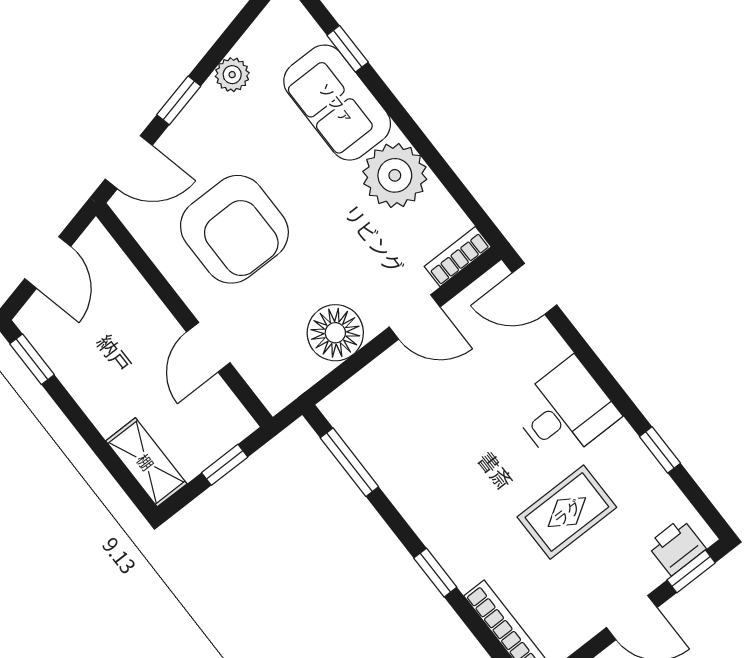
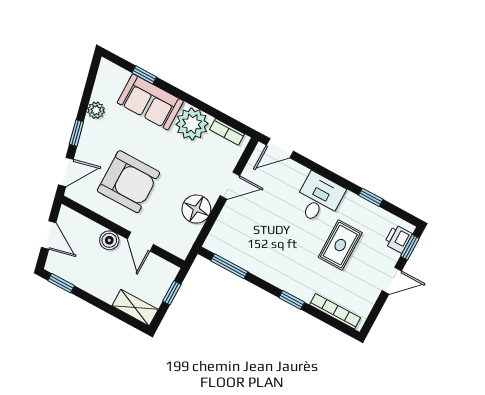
bookcase: (458, 257) -> (227, 132), moved, turned -90
boiler: (153, 320) -> (109, 240), added

